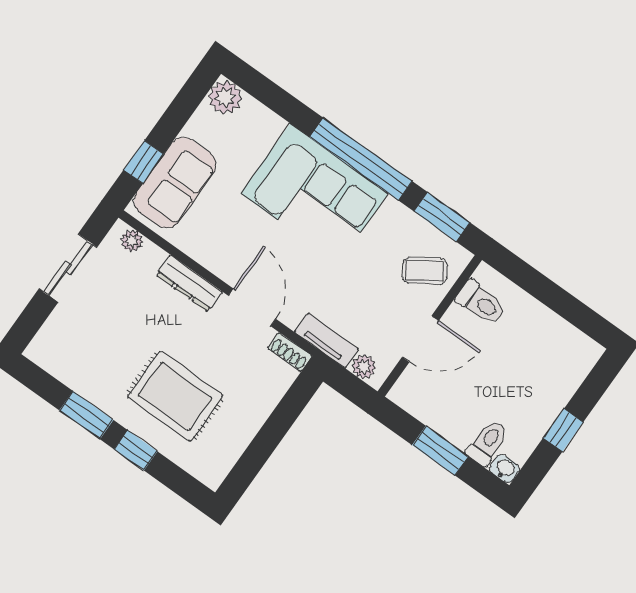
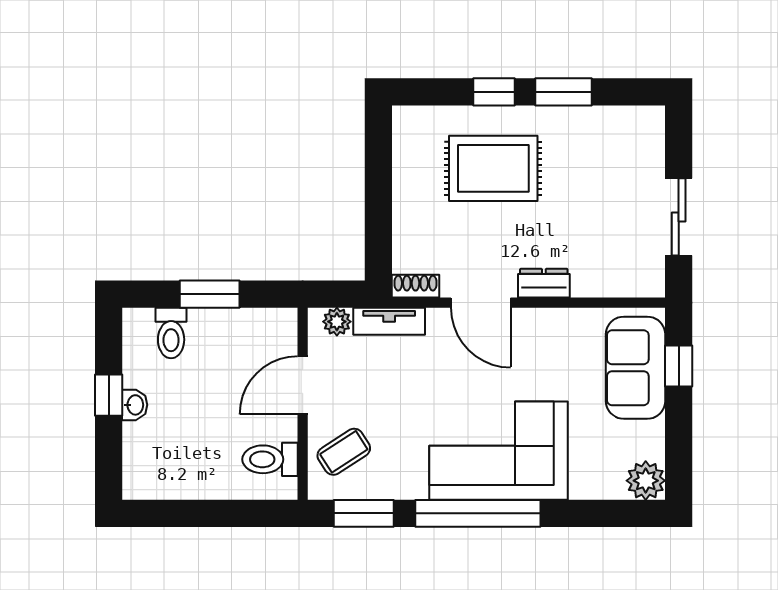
plant: (132, 241) -> (637, 285), removed
dresser: (189, 284) -> (544, 283), width x0.70
washbasin: (505, 469) -> (135, 405), moved, turned -90

